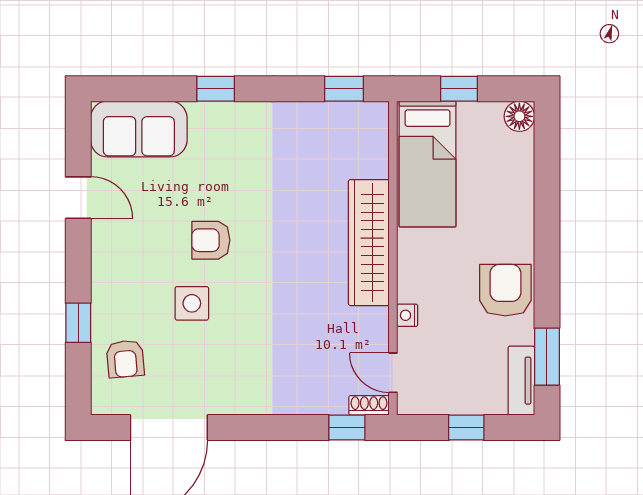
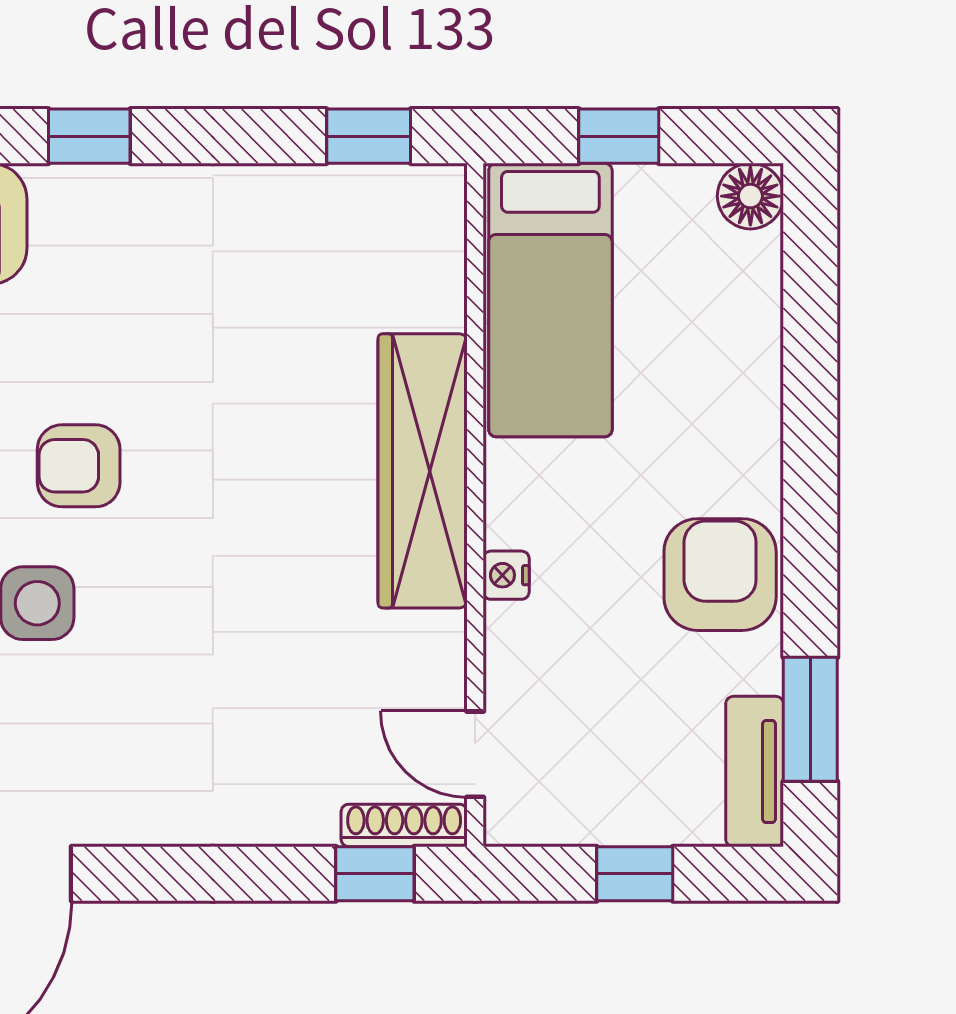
nightstand: (407, 315) -> (506, 575), moved
shoe rack: (369, 405) -> (404, 825), width x1.43

